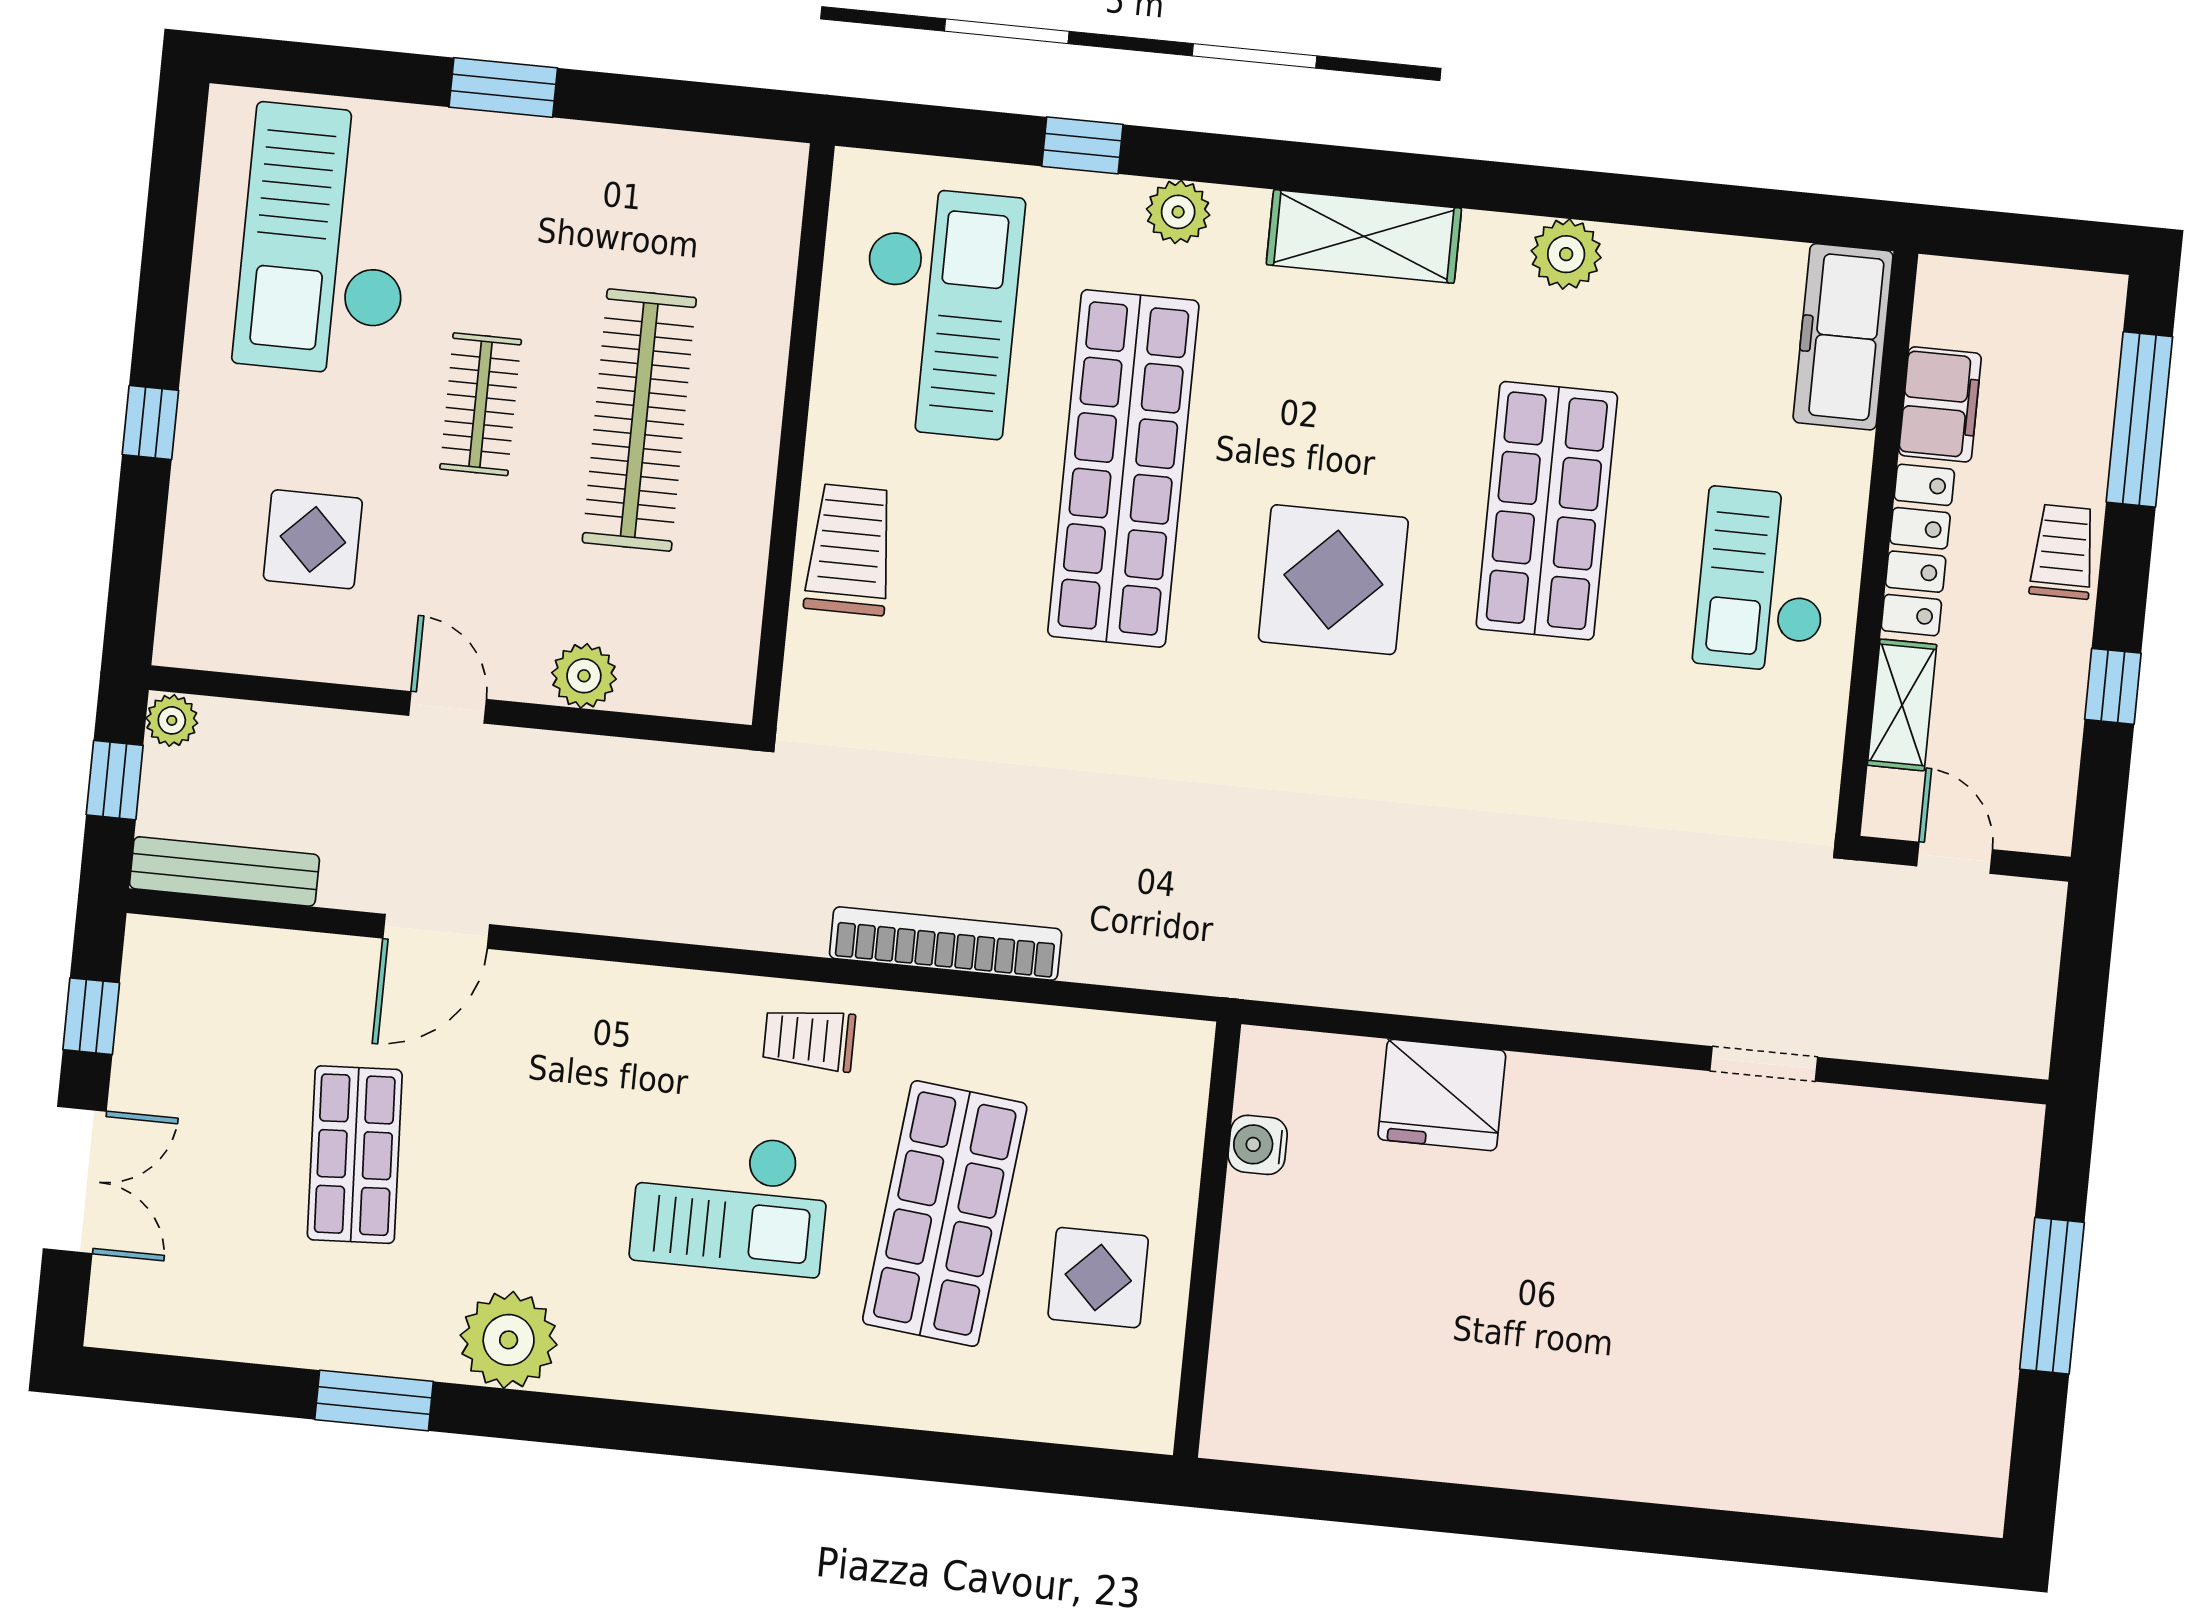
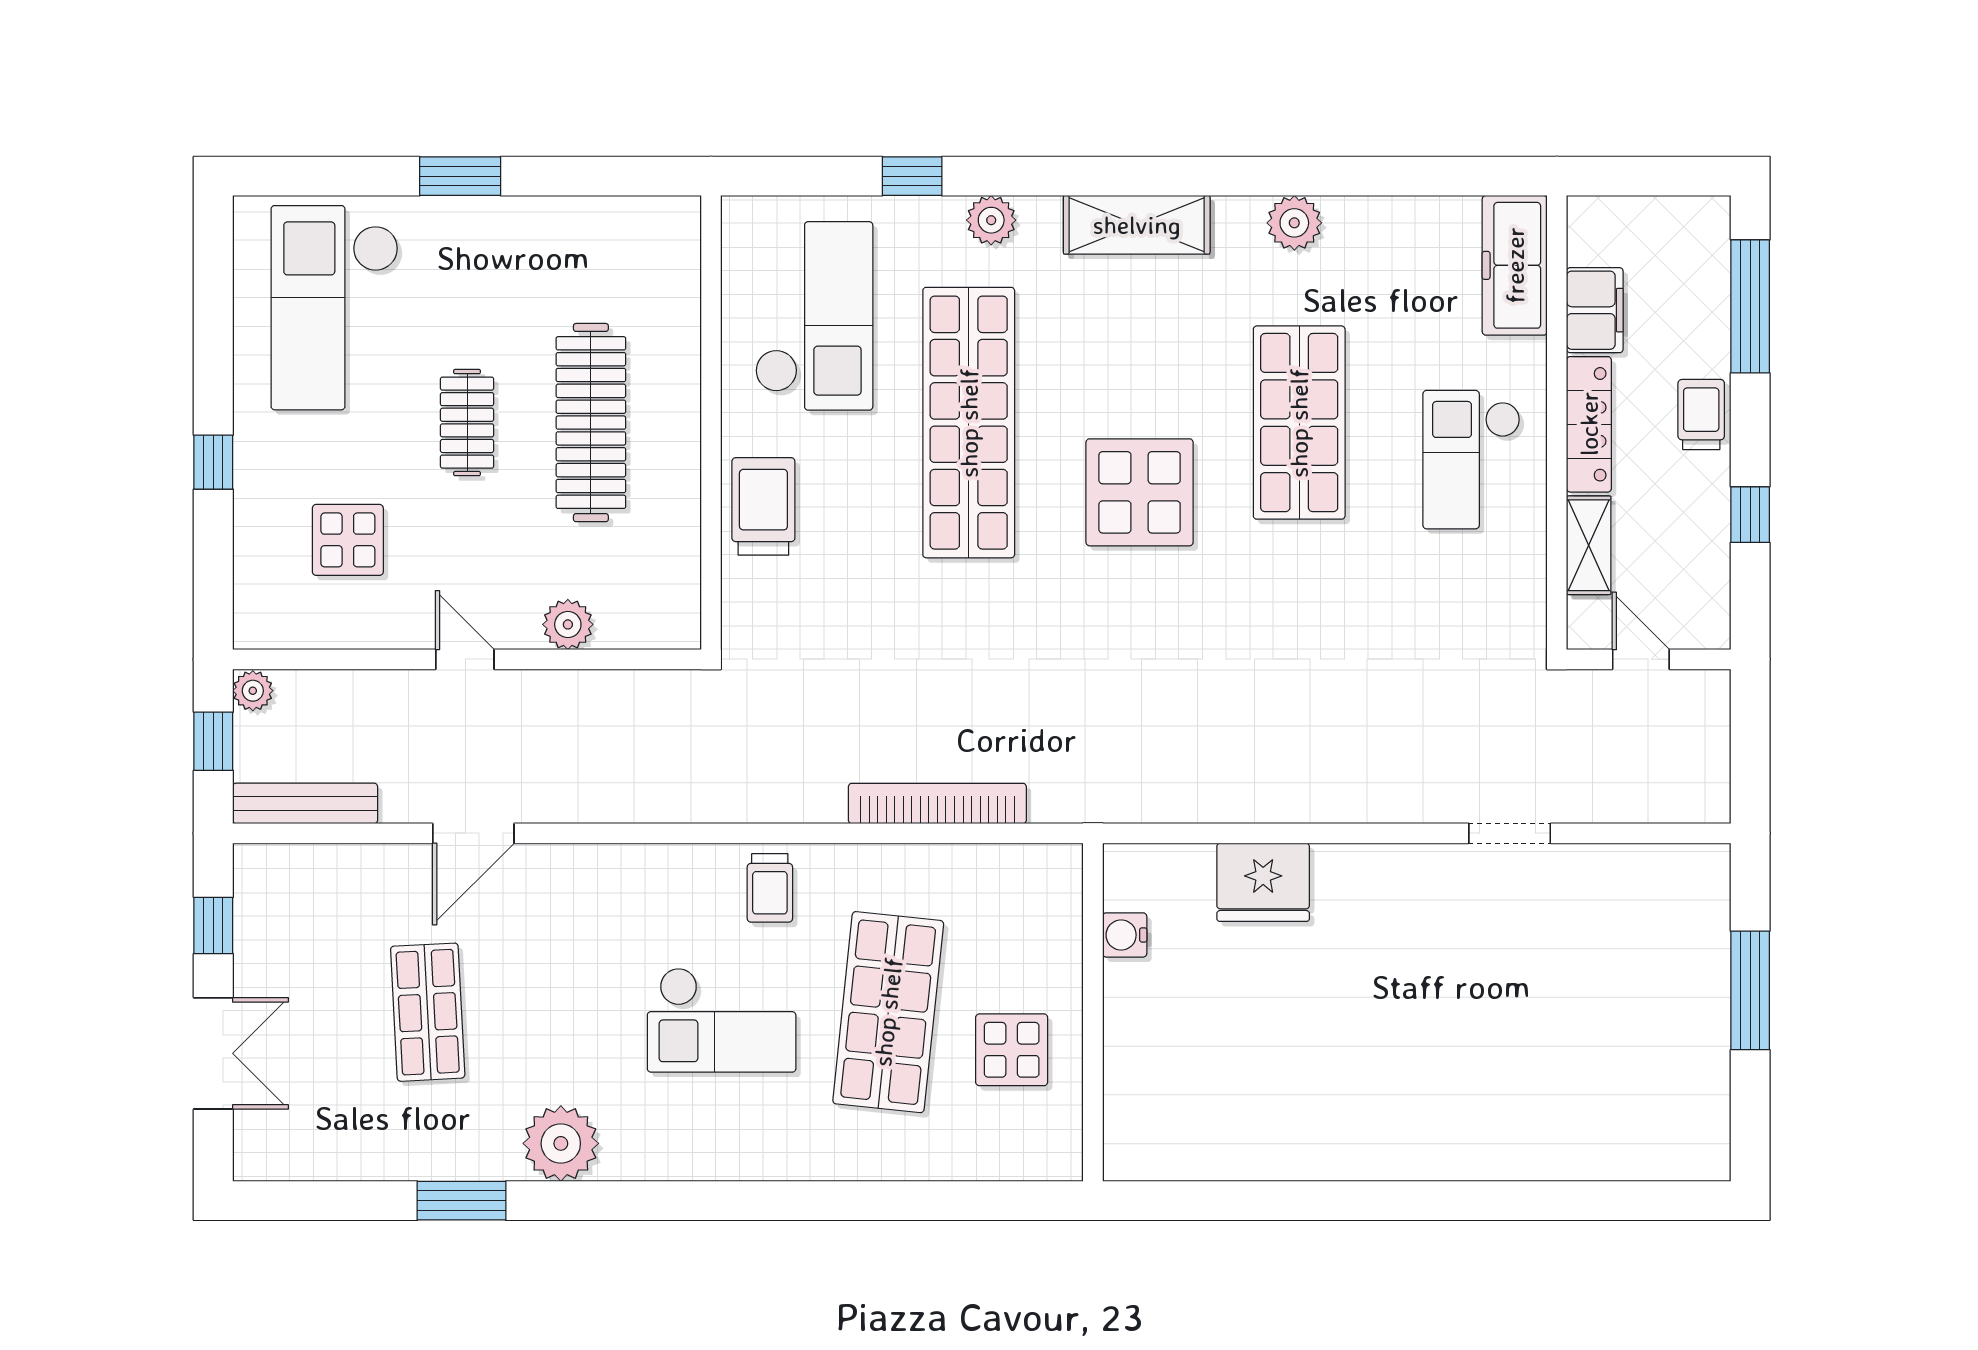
bookcase: (946, 944) -> (937, 803), moved
trolley: (809, 1039) -> (770, 888), turned -90

